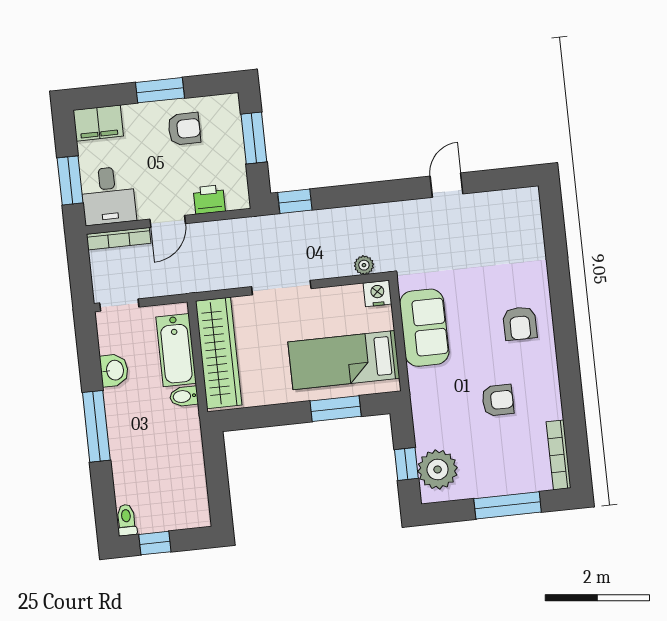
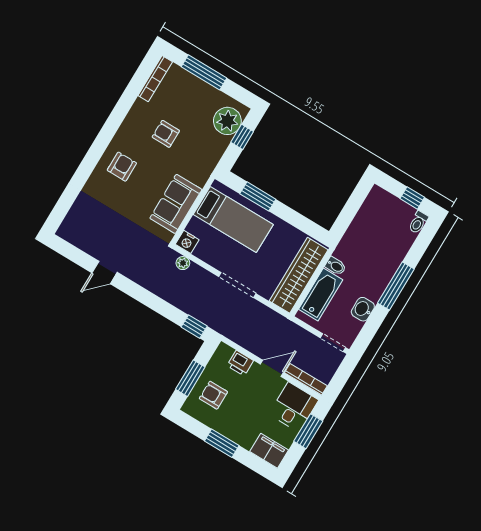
armchair: (184, 129) -> (213, 395), moved

